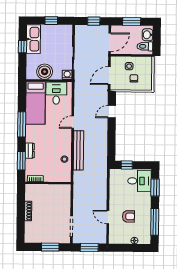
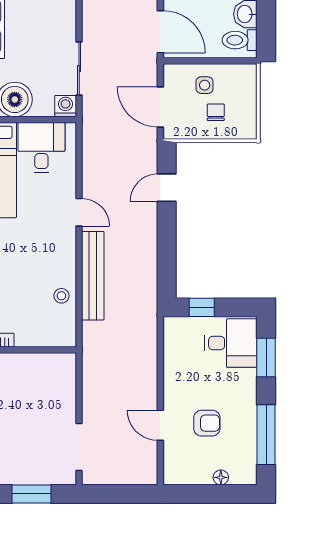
door: (110, 42) -> (160, 32), hinge flipped
door: (109, 76) -> (160, 107), hinge flipped
door: (73, 122) -> (79, 212), swing flipped
window: (89, 248) -> (119, 494), removed

